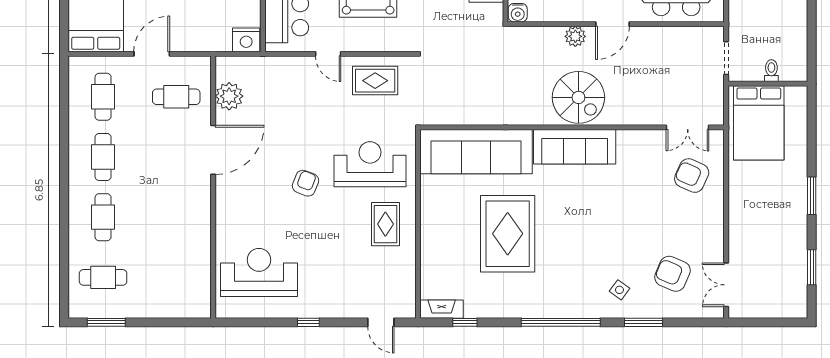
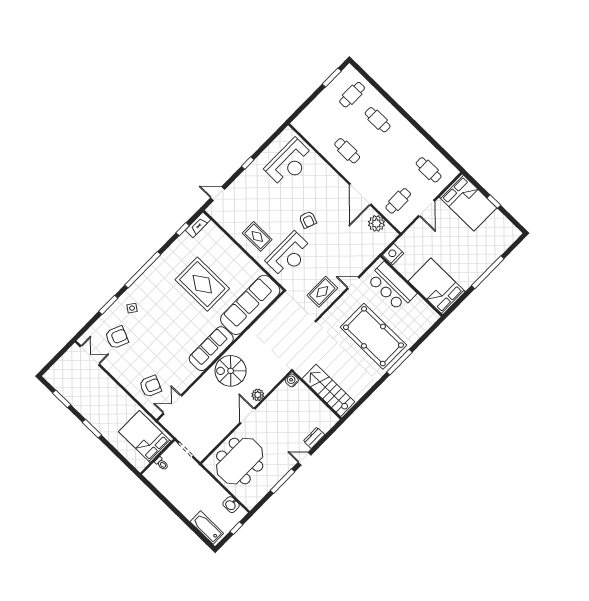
cafe table: (103, 157) -> (347, 151), moved

